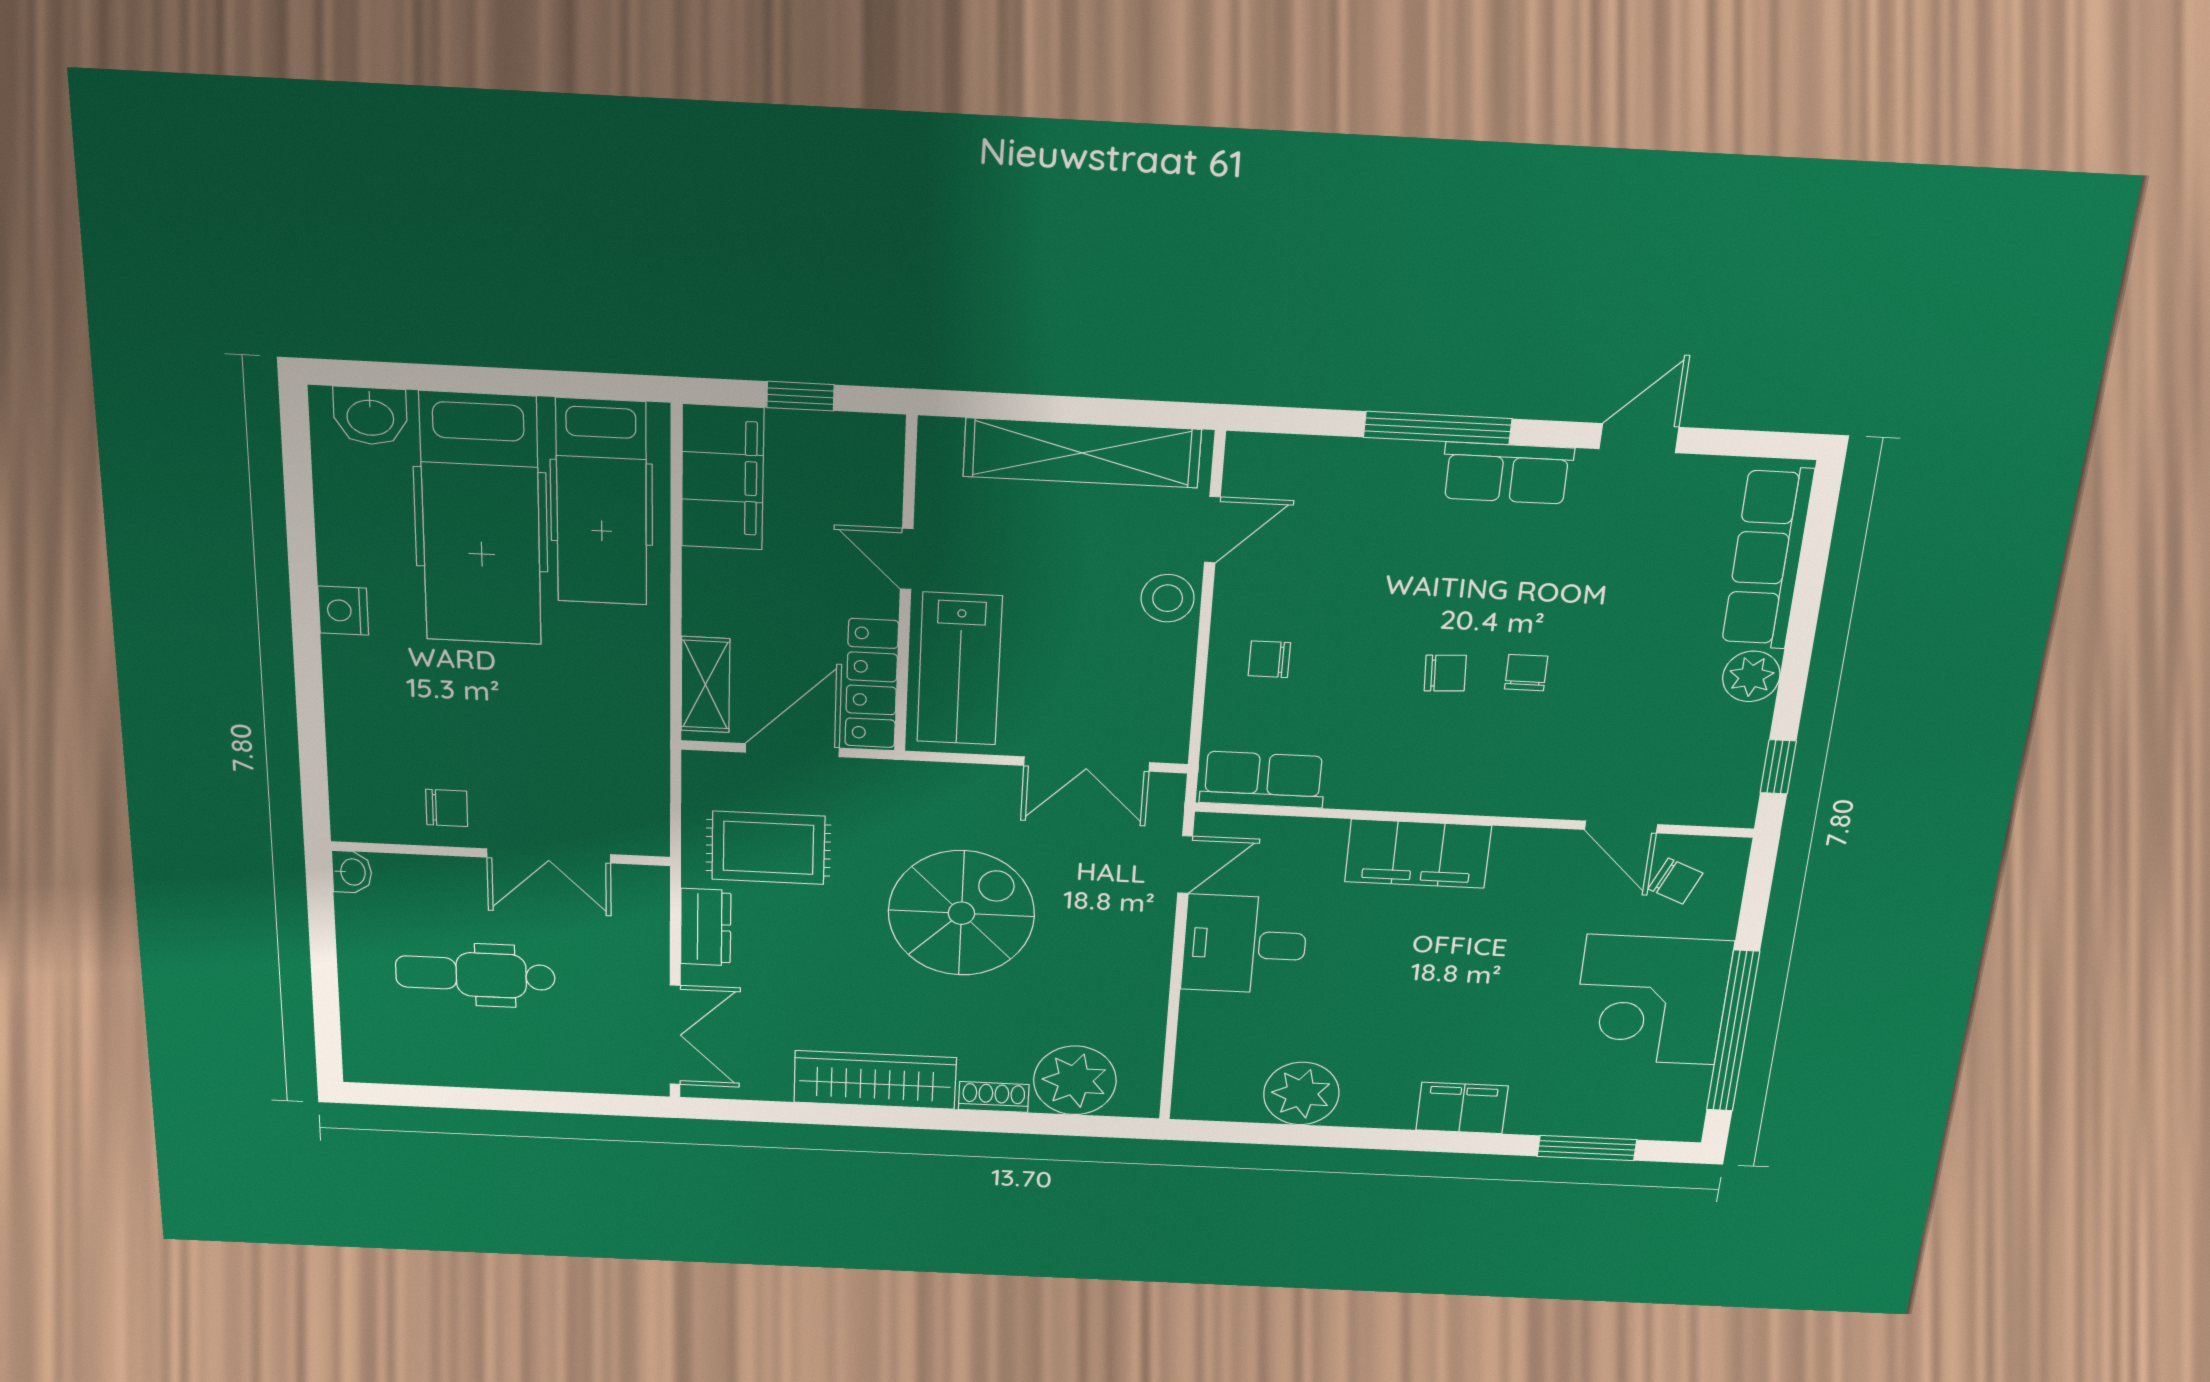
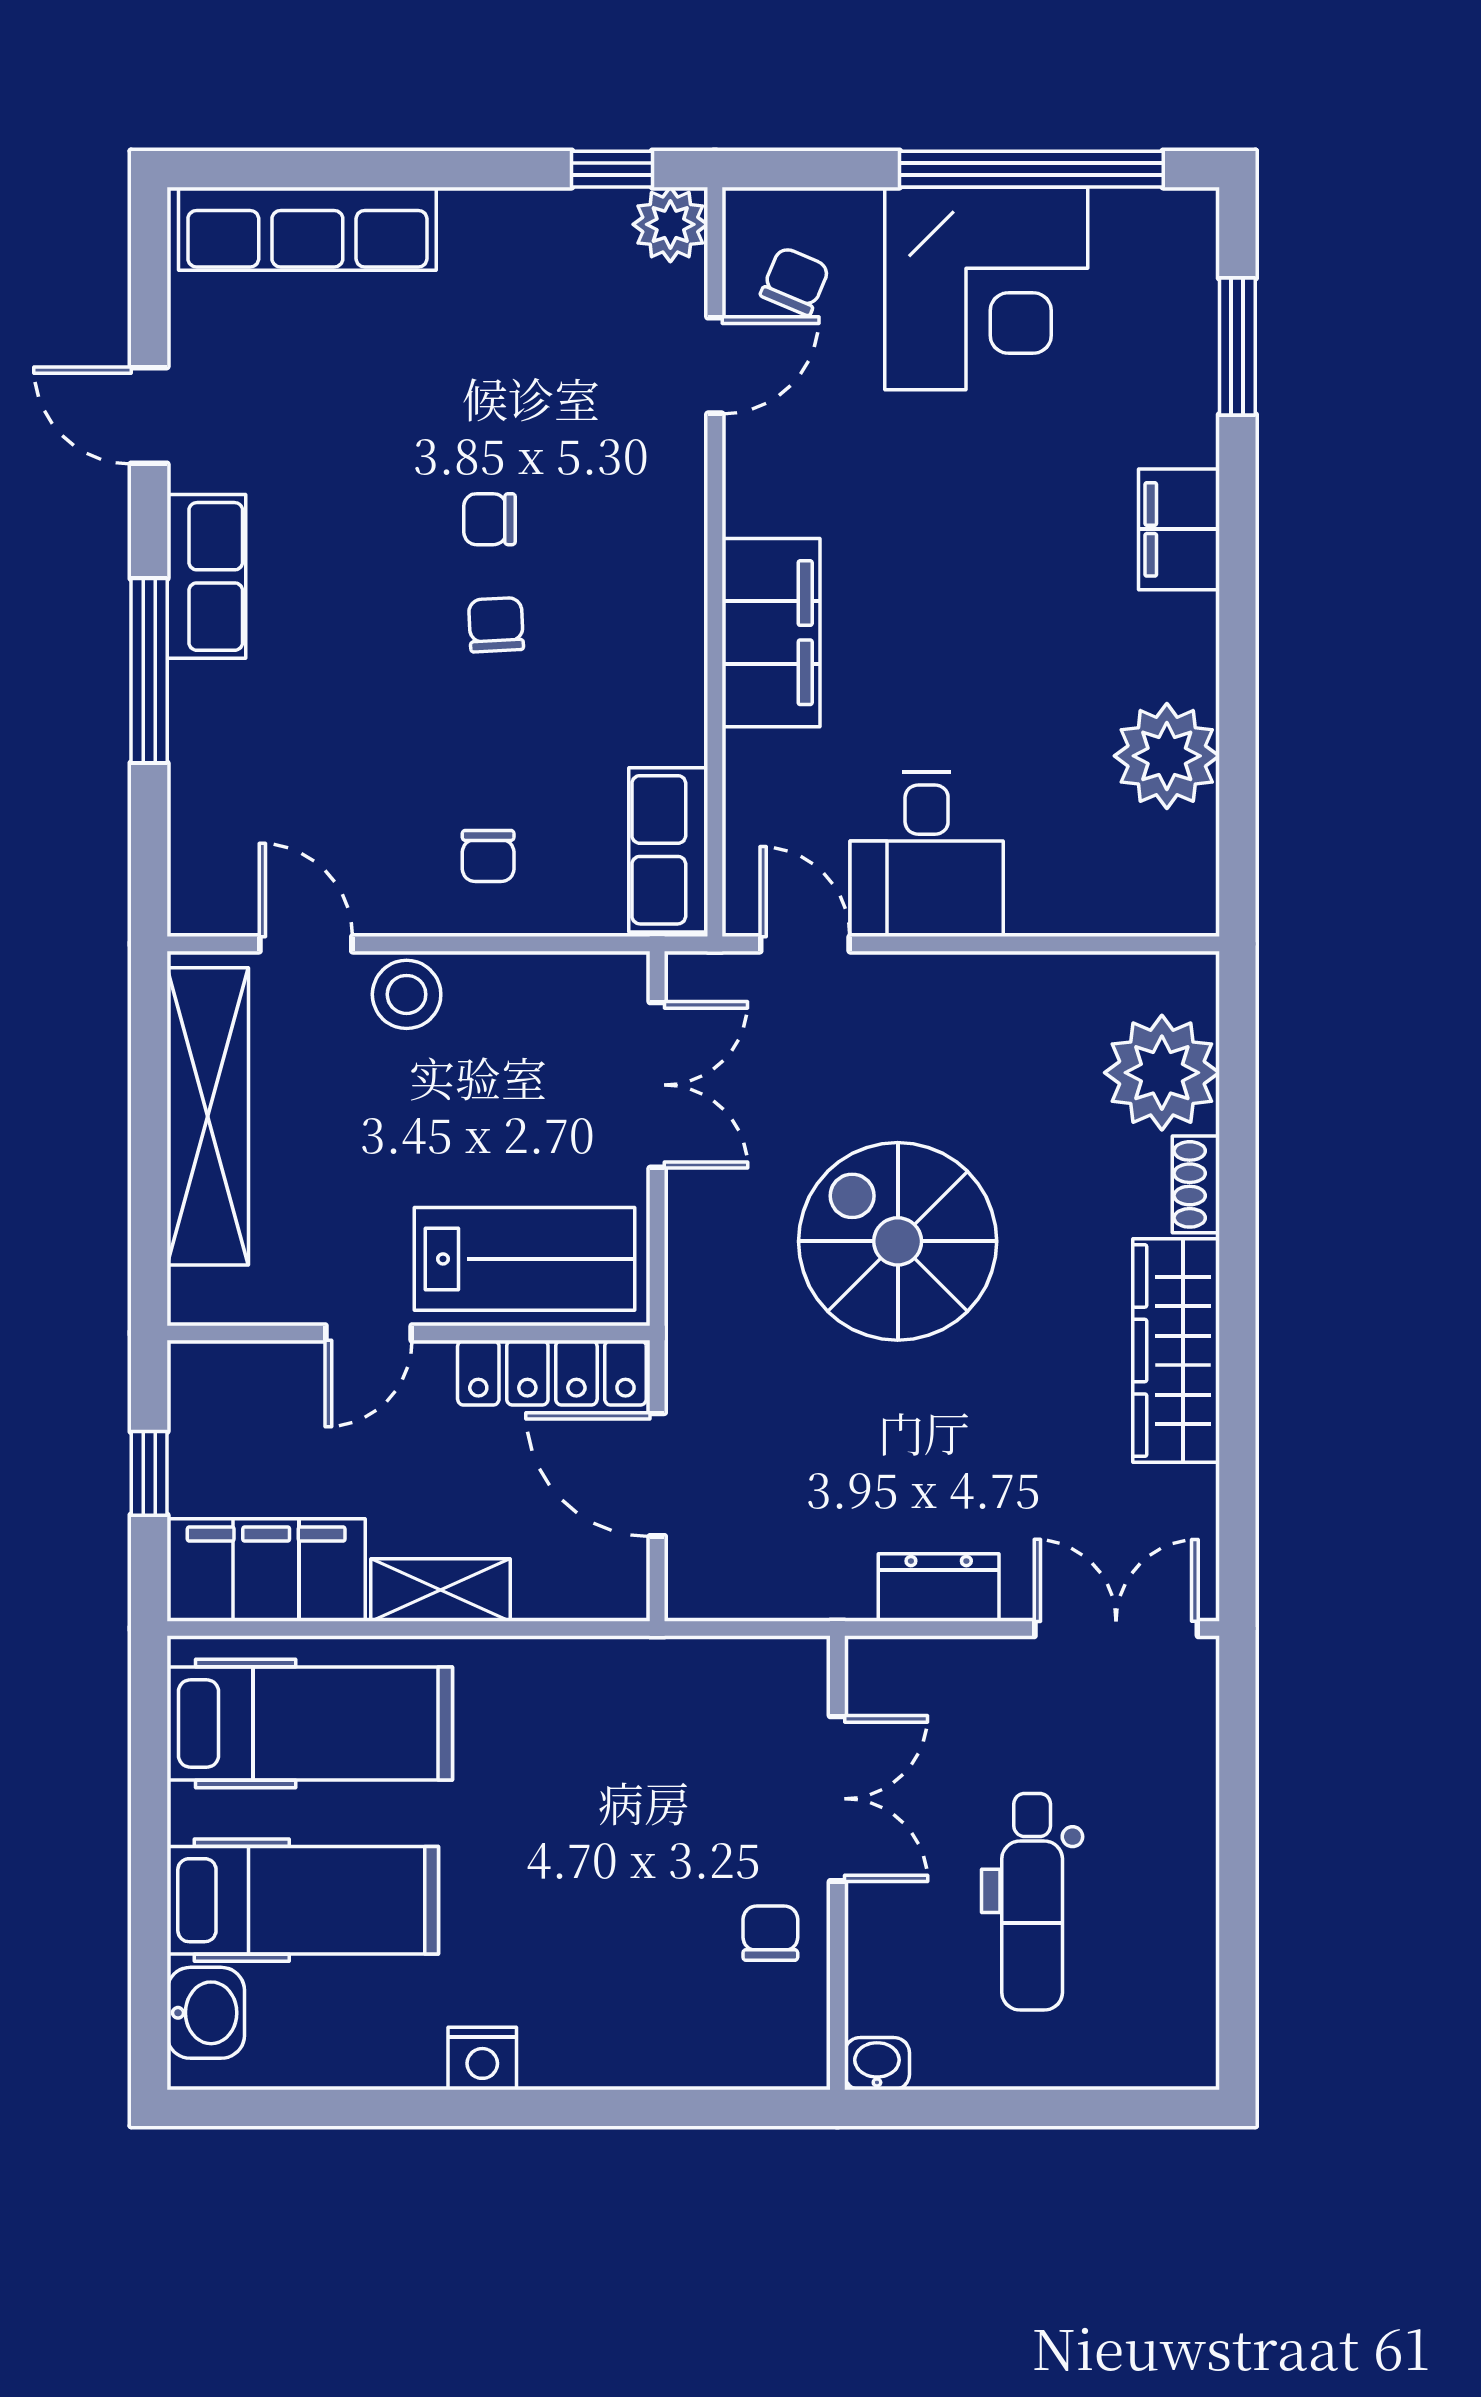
hospital bed: (481, 520) -> (303, 1900), width x0.73, depth x0.78
plant: (1751, 676) -> (670, 224), moved
shelving: (705, 685) -> (441, 1590), moved
rug: (768, 848) -> (809, 1504), removed

